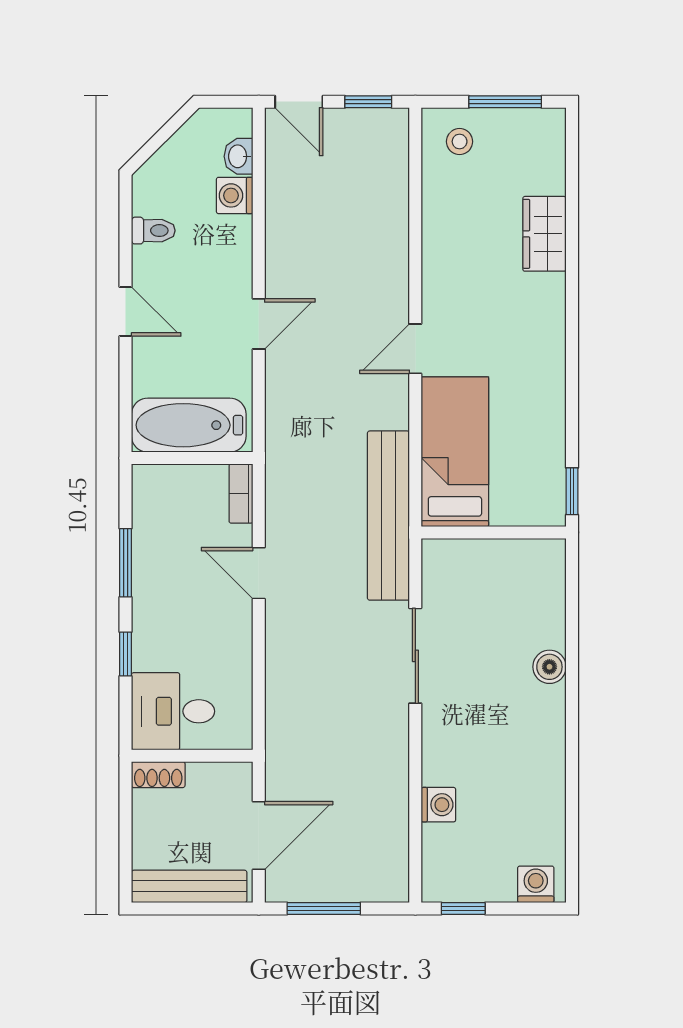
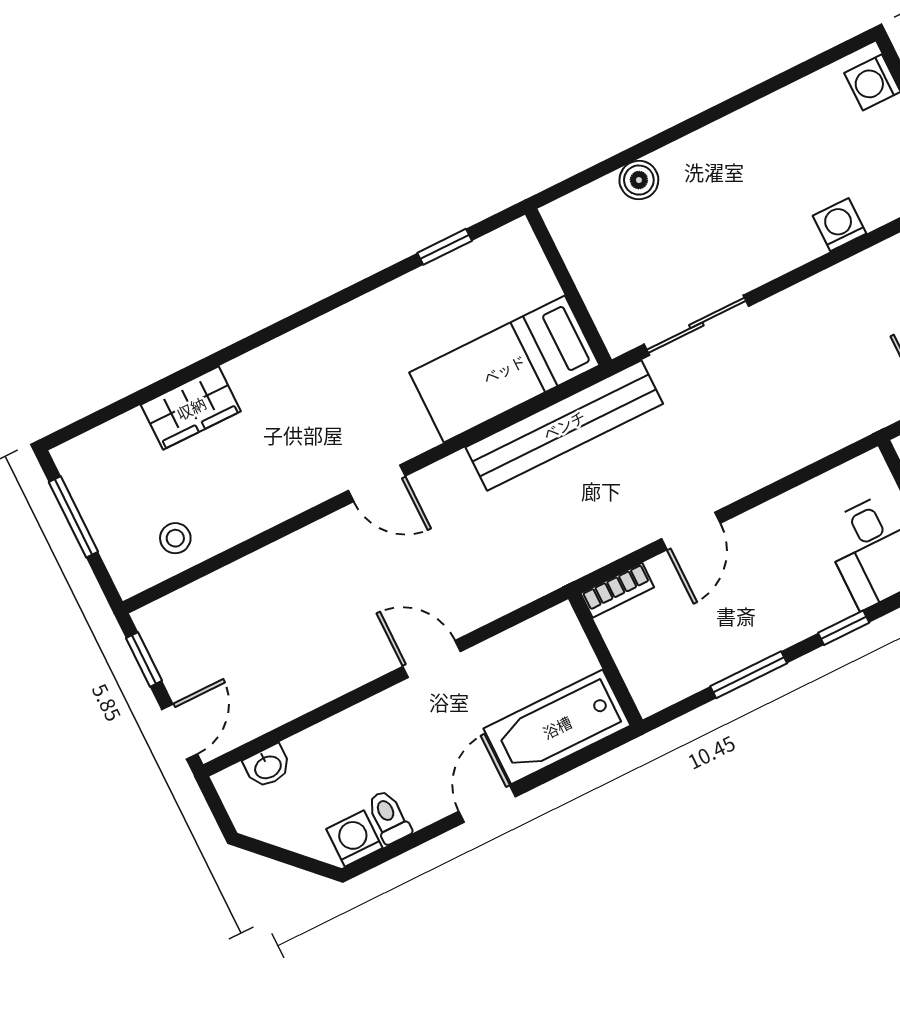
stool: (460, 142) -> (175, 538), moved
washing machine: (235, 195) -> (354, 838), moved, turned 180
bathtub: (189, 425) -> (557, 727), moved, turned 90
bed: (455, 452) -> (504, 369), moved
wall: (494, 532) -> (569, 287), moved

